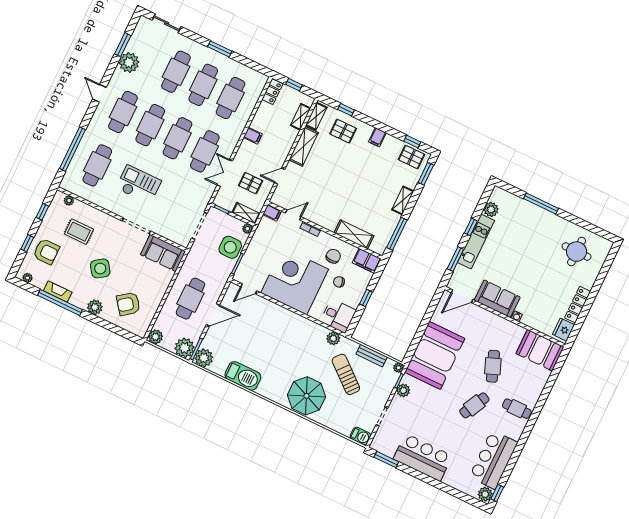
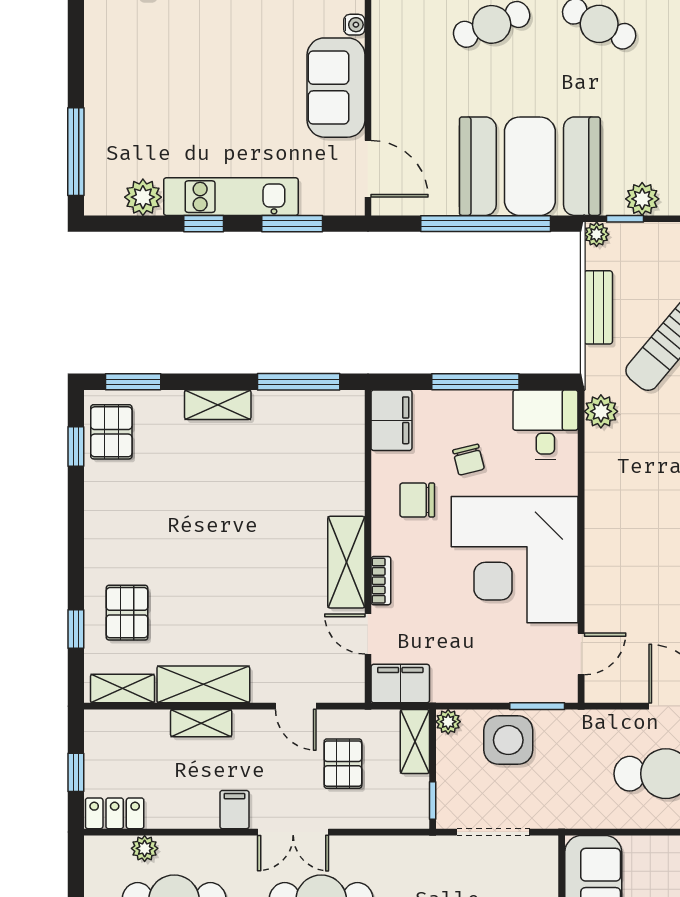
plant: (254, 96) -> (145, 848), added
shelving: (301, 117) -> (201, 723), moved
filing cabinet: (377, 137) -> (104, 529), removed
double door: (225, 173) -> (293, 832), moved
window: (541, 204) -> (76, 152), moved
filing cabinet: (272, 213) -> (400, 684), width x2.00
shelving: (354, 234) -> (346, 562), moved
door: (249, 289) -> (581, 654), hinge flipped
window: (366, 298) -> (475, 382), width x2.17
window: (422, 329) -> (486, 224), added

